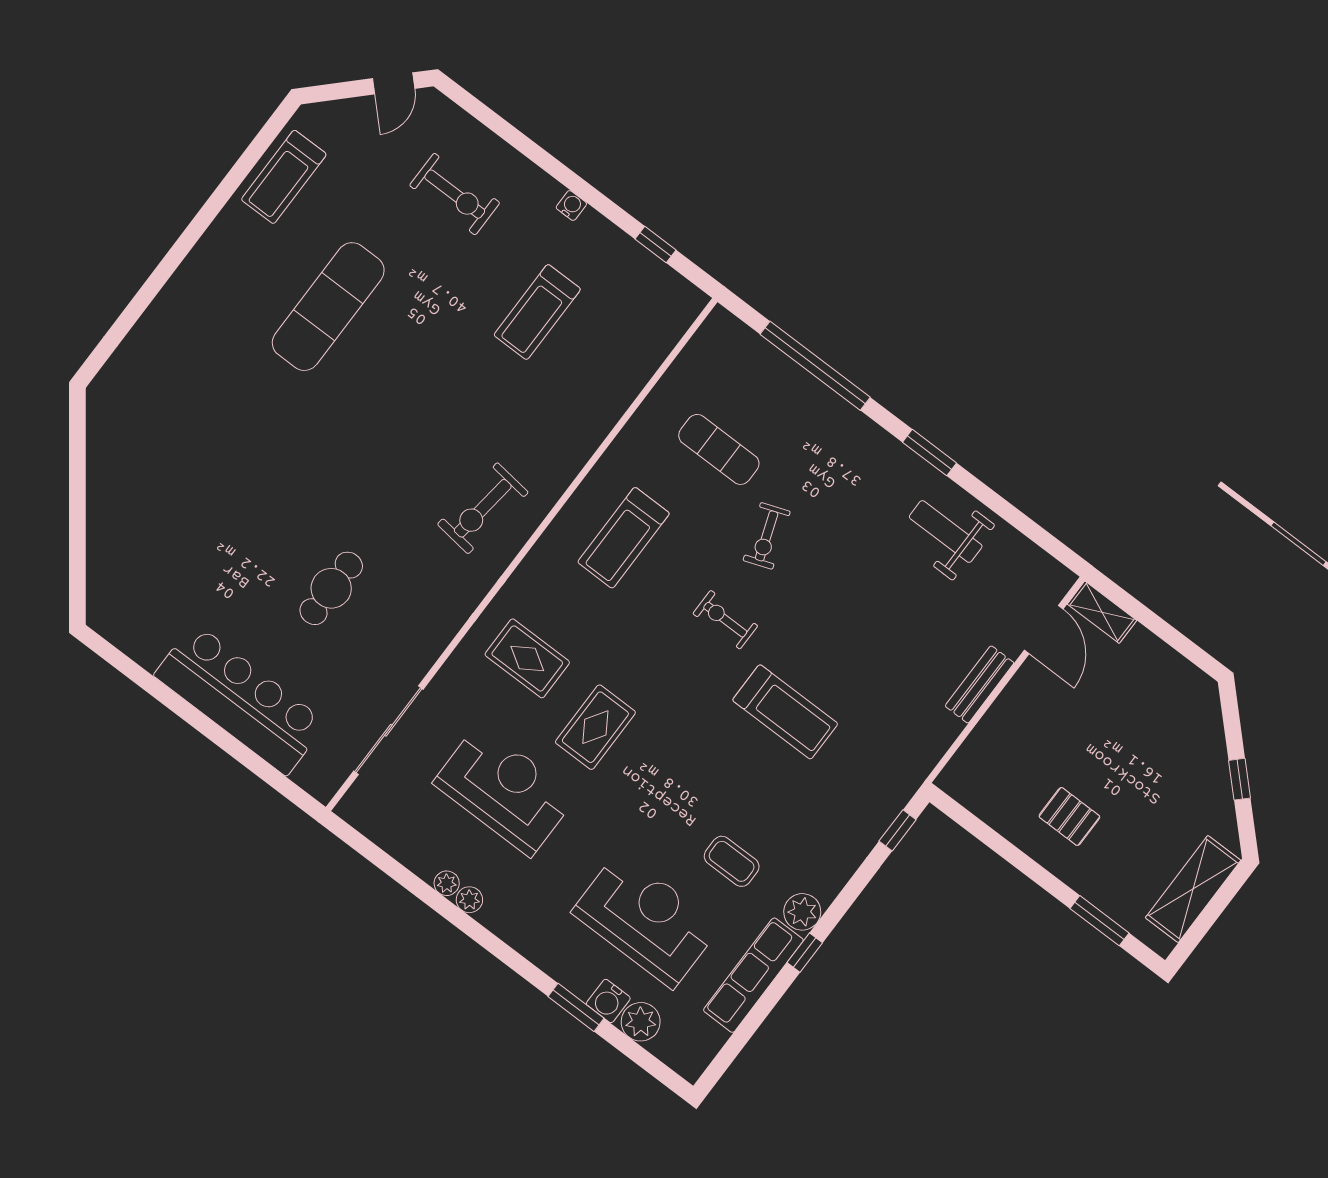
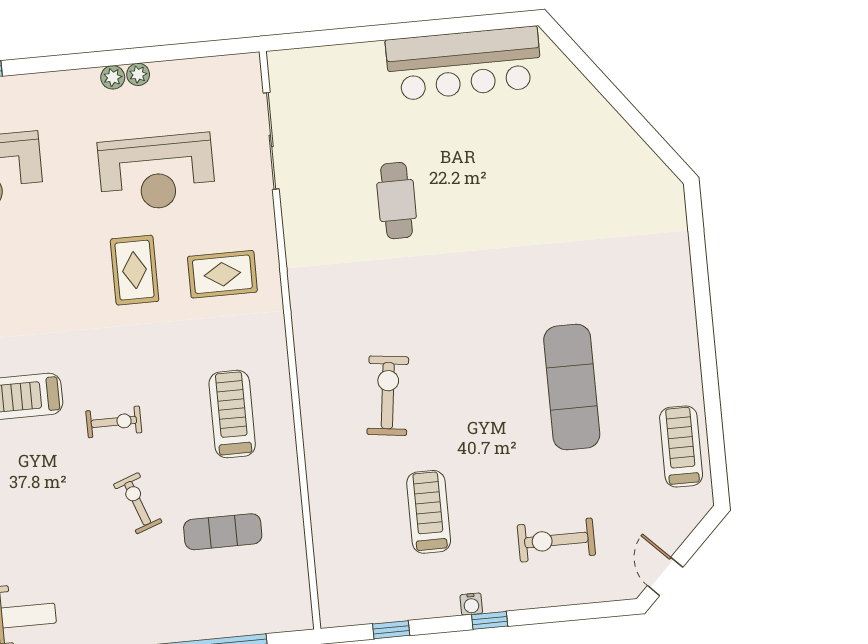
window: (569, 179) -> (490, 620), added
exercise bike: (483, 508) -> (388, 396), moved
bar counter: (240, 699) -> (464, 63), moved

